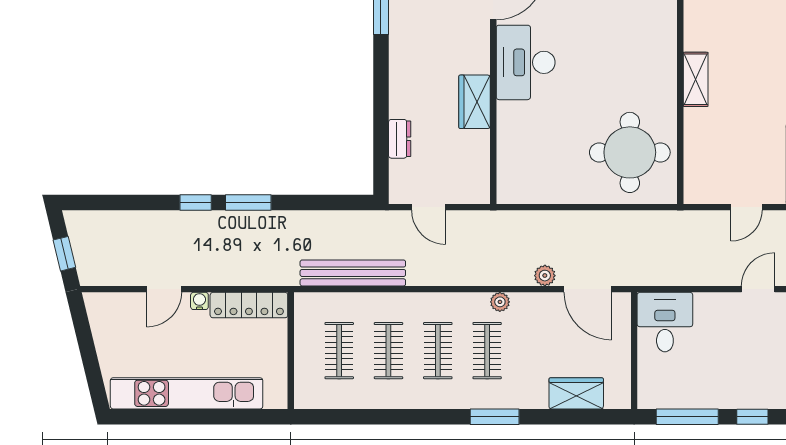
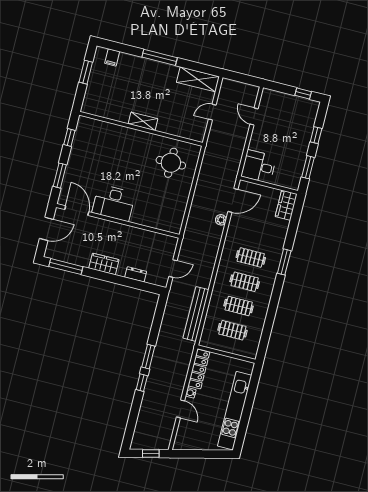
wardrobe: (475, 102) -> (104, 264), moved, turned 180
round table: (630, 152) -> (171, 163), width x0.73, depth x0.73
door: (747, 207) -> (212, 112), swing flipped
plant: (500, 302) -> (228, 245), removed
wardrobe: (576, 393) -> (286, 205), moved
window: (687, 417) -> (308, 167), width x0.69

